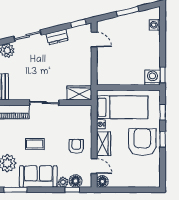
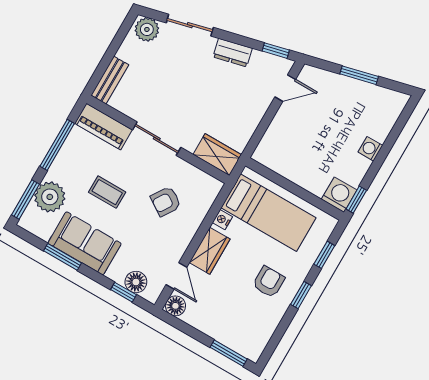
washing machine: (155, 25) -> (370, 149), moved
door: (94, 40) -> (285, 88), hinge flipped
armchair: (142, 142) -> (269, 282), width x0.53, depth x0.53
armchair: (76, 146) -> (166, 201), moved, turned -147
plant: (63, 182) -> (116, 273), removed
window: (16, 190) -> (62, 257), moved
window: (143, 190) -> (229, 353), added

